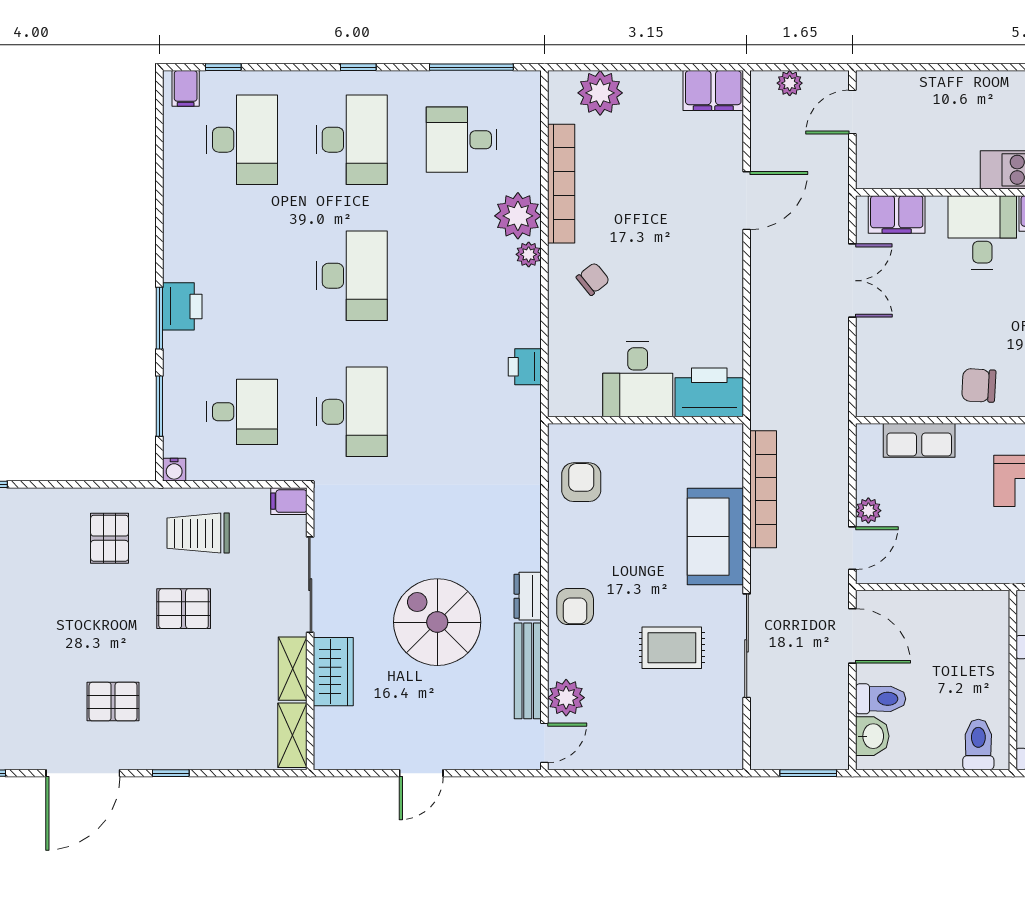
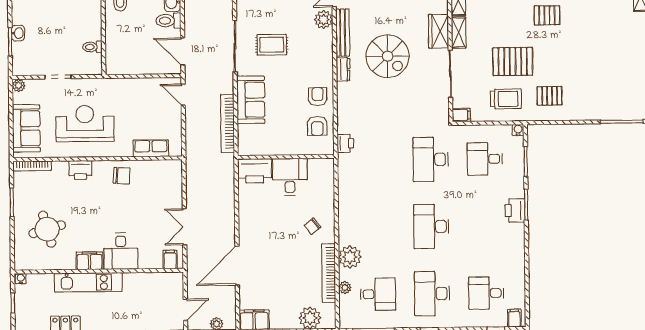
desk: (242, 140) -> (486, 293), width x0.73
door: (747, 201) -> (237, 266), width x1.36
filing cabinet: (897, 214) -> (170, 260), width x0.50
plant: (529, 254) -> (345, 288), moved
printer: (525, 367) -> (345, 143), moved
plant: (868, 511) -> (175, 113), removed
pallet: (110, 538) -> (550, 96), turned 90
door: (852, 548) -> (183, 95), hinge flipped
armchair: (575, 606) -> (318, 97), moved
pallet: (184, 609) -> (513, 62), width x1.50, depth x1.42

